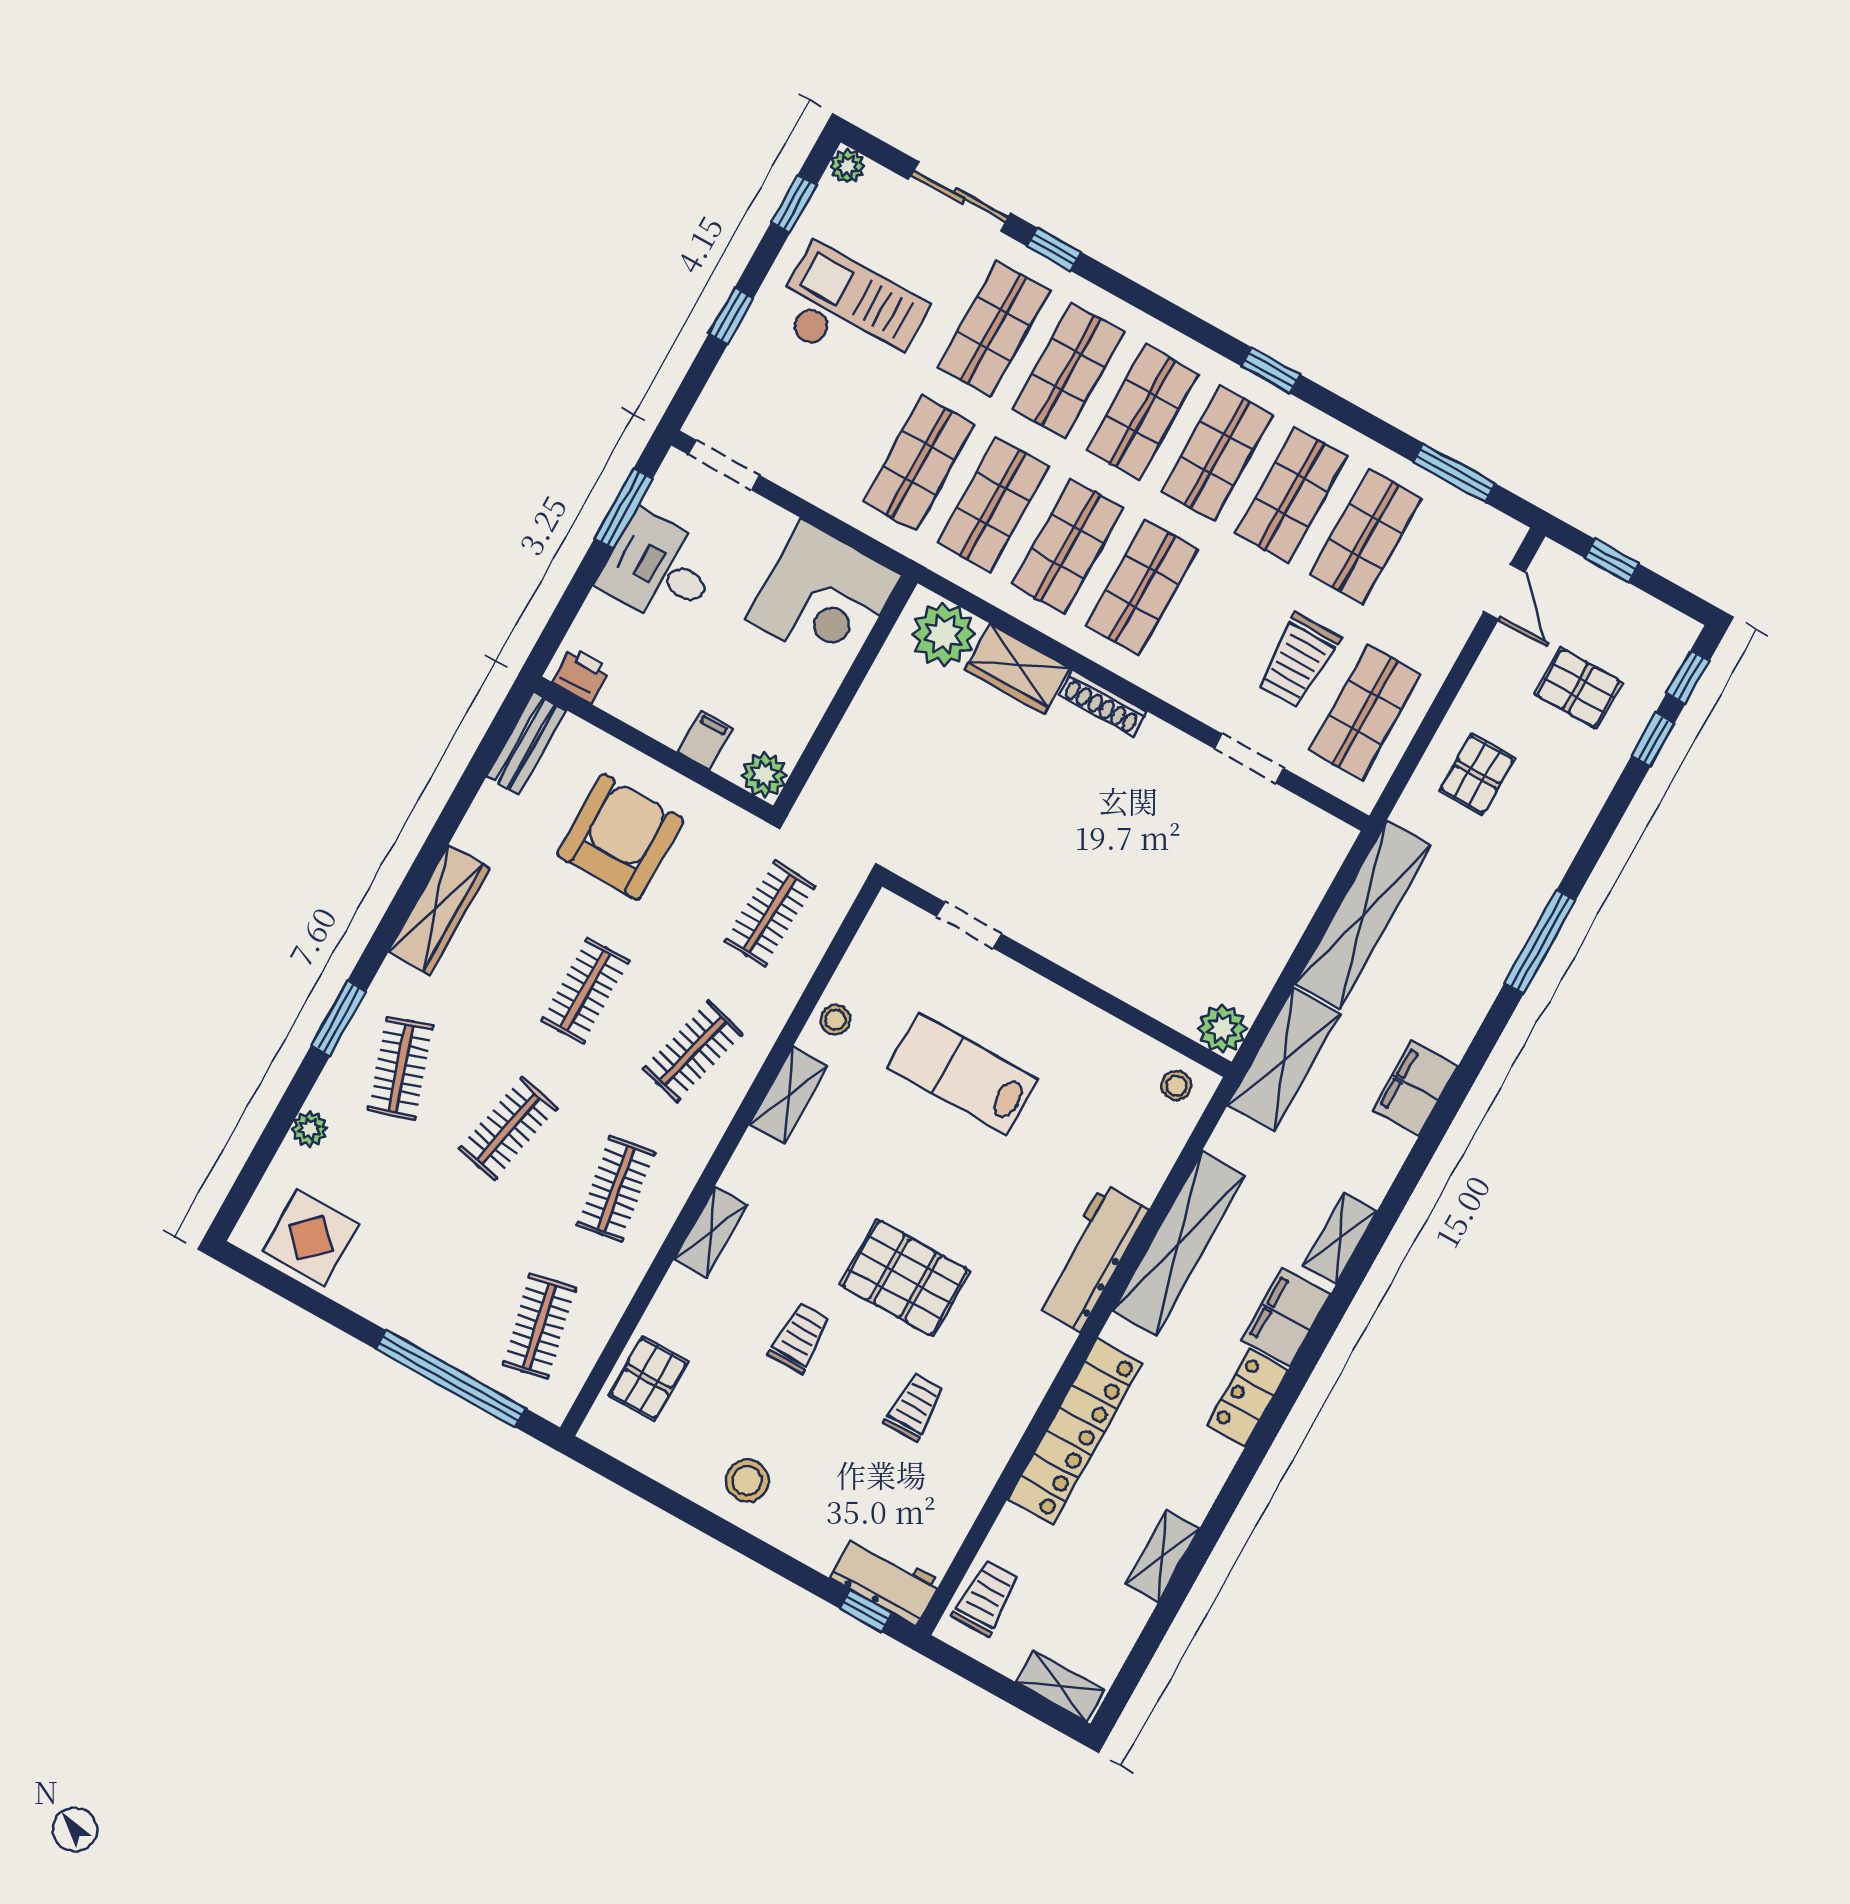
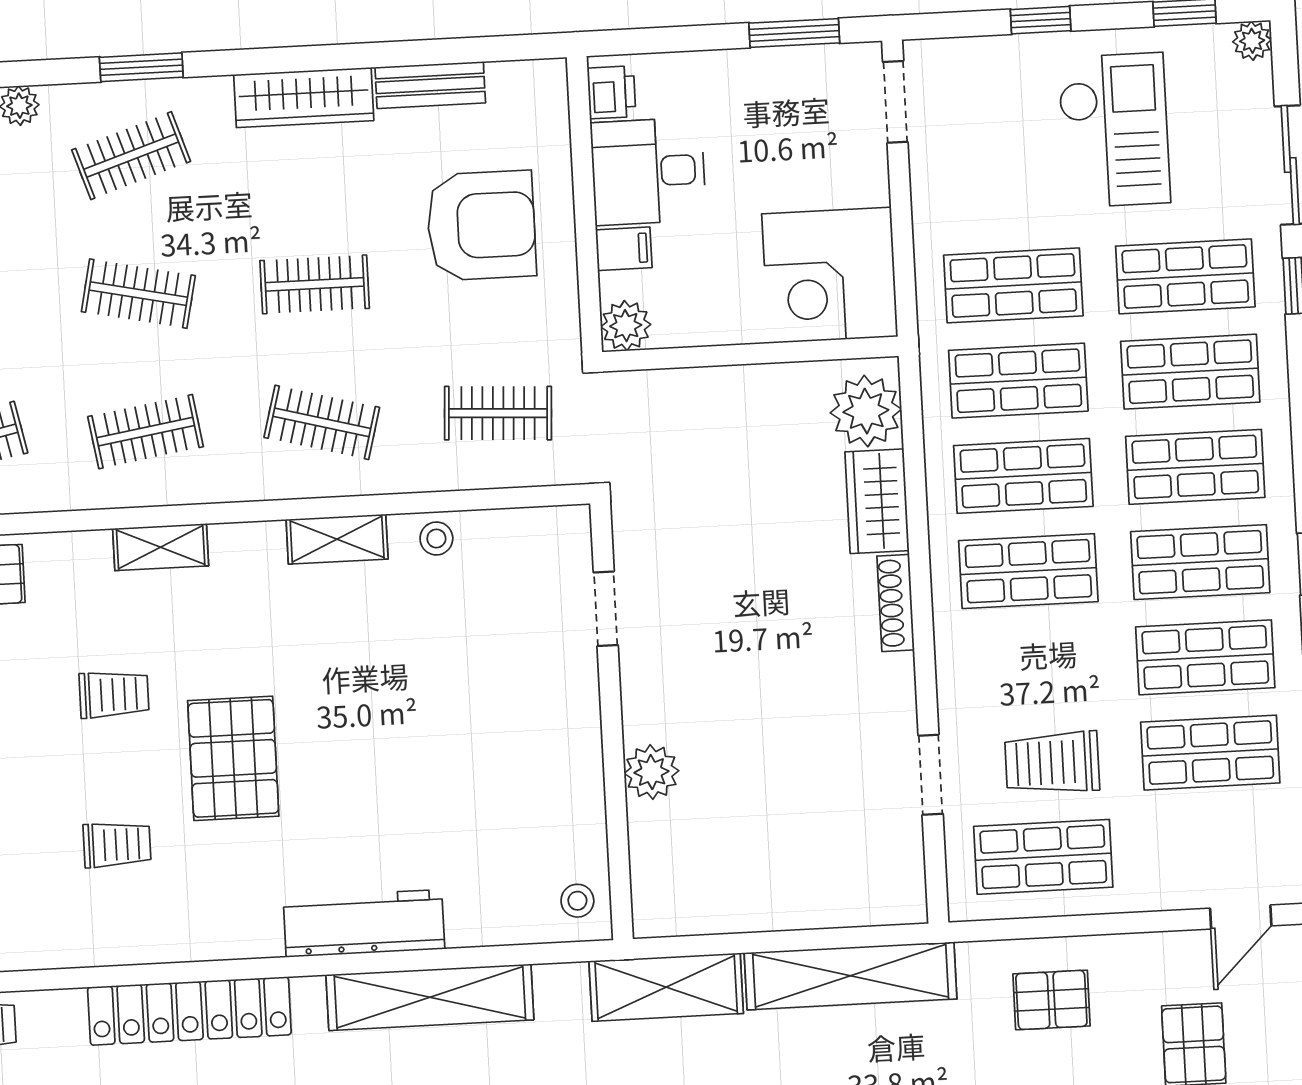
desk: (659, 569) -> (648, 171), moved, turned -90
bench: (526, 743) -> (430, 85), moved
plant: (1222, 1029) -> (651, 772), moved
lab bench: (963, 1074) -> (461, 691), removed

